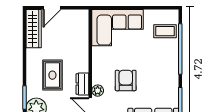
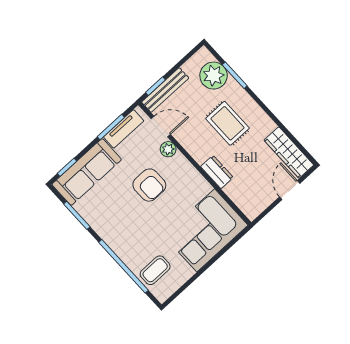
dresser: (82, 84) -> (217, 172), moved

